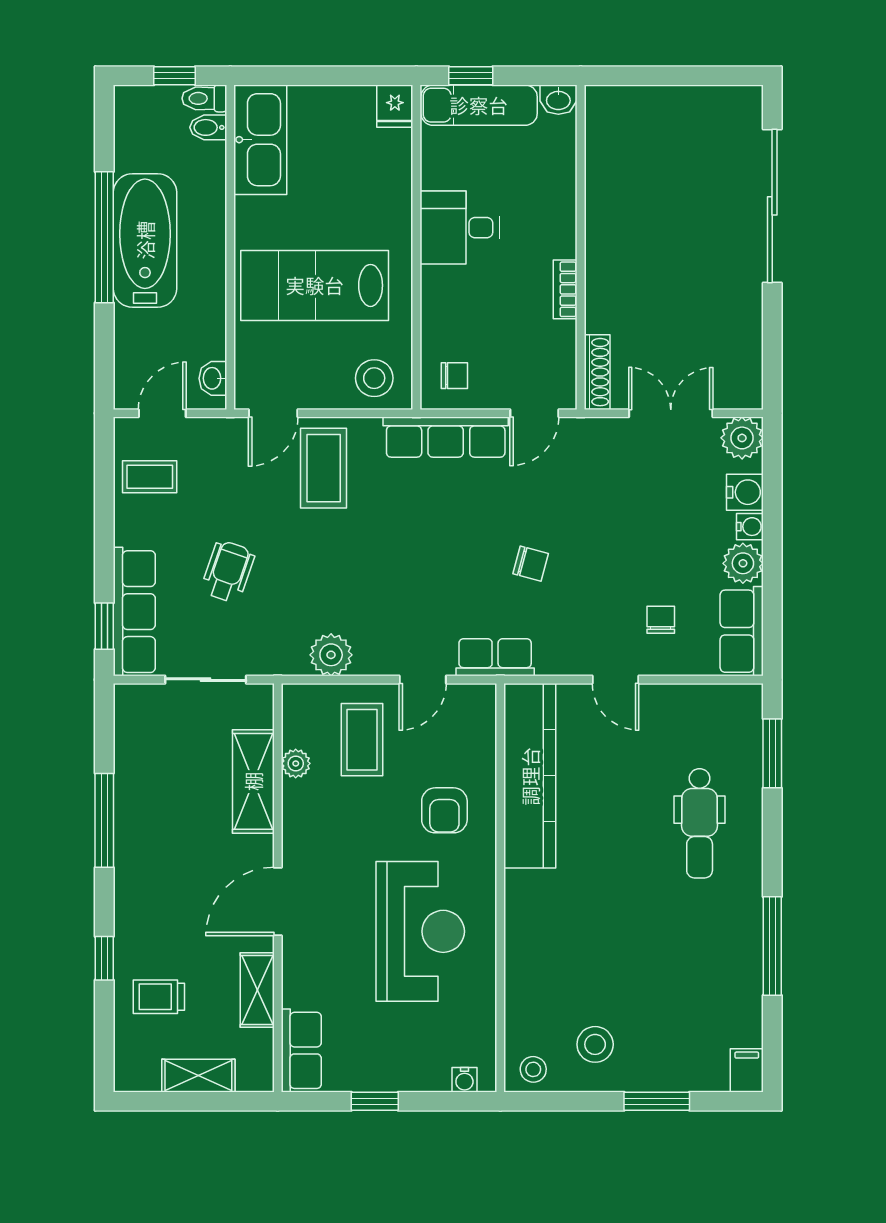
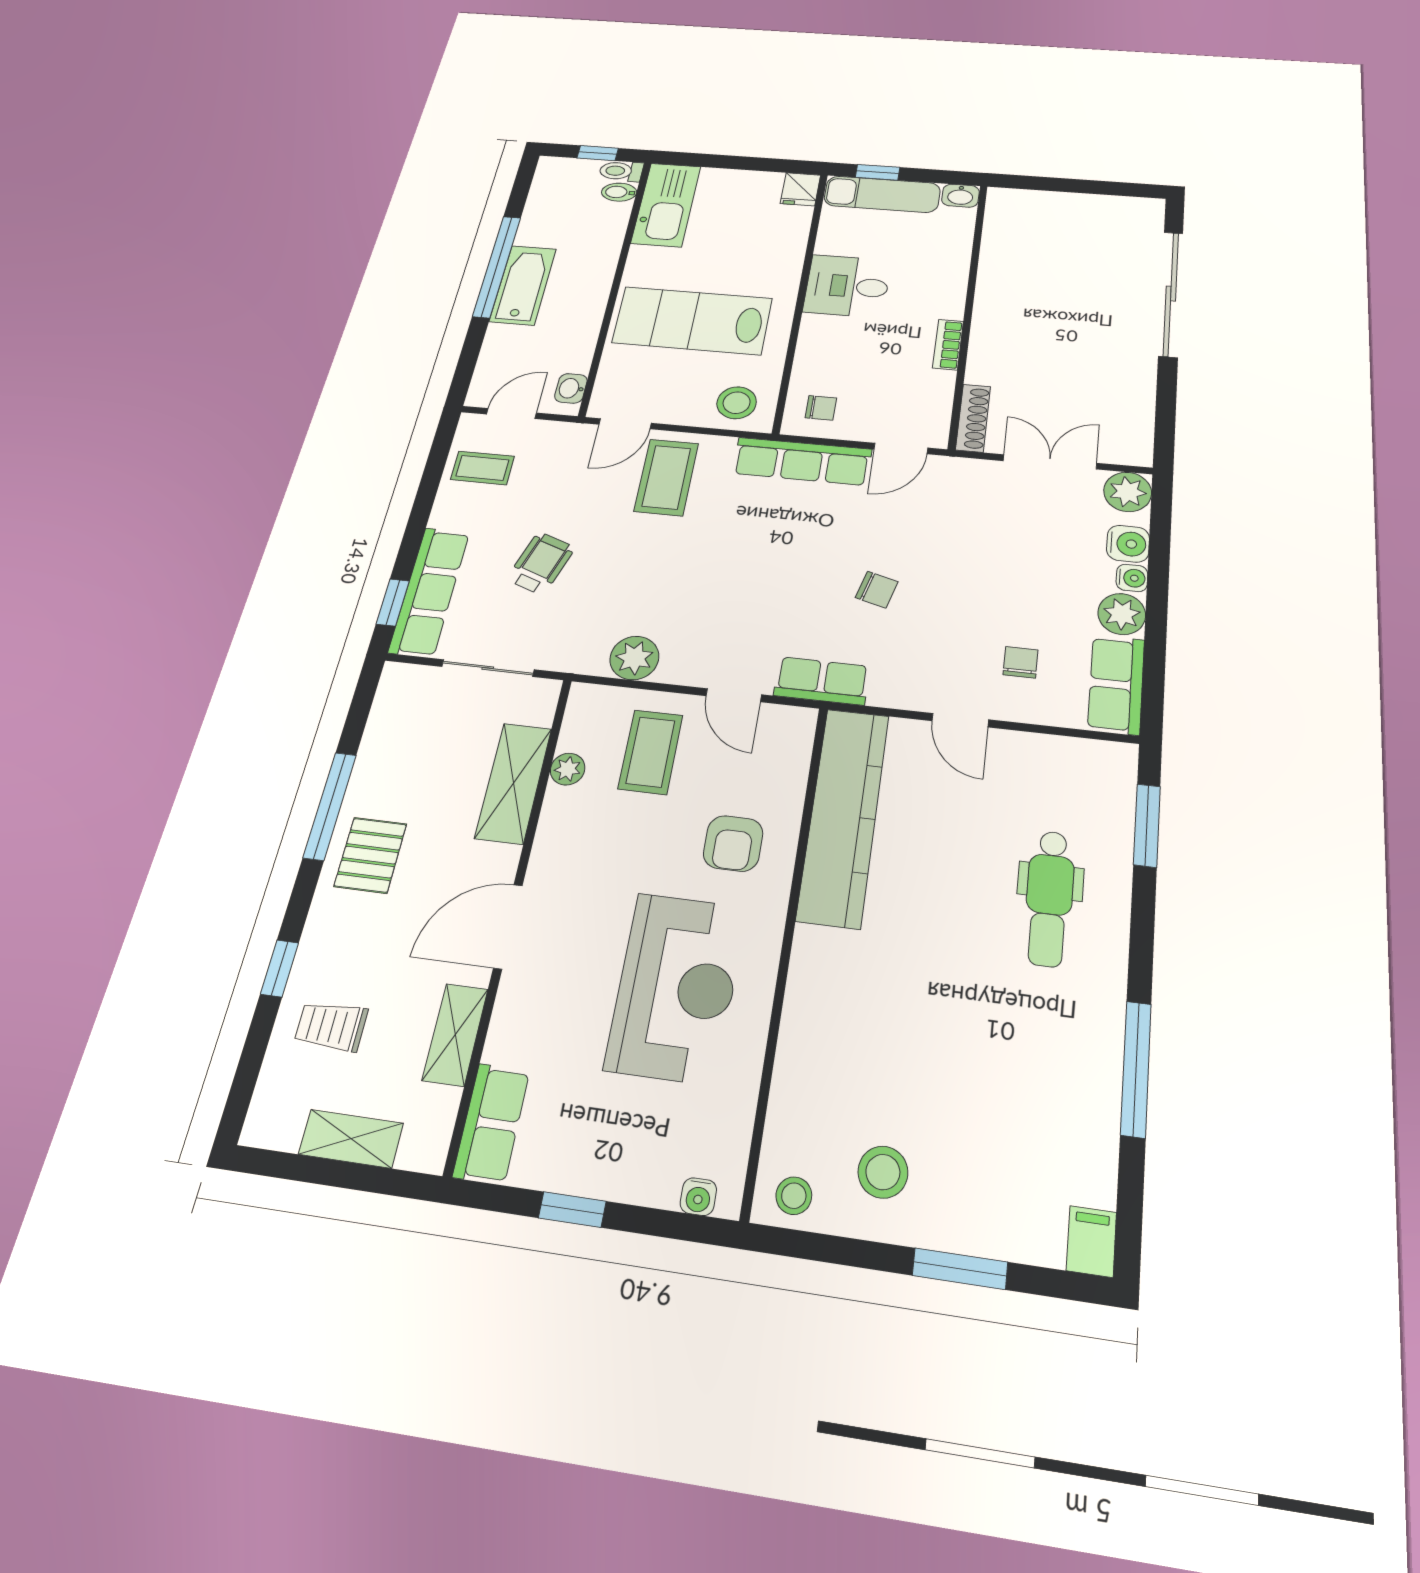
bathtub: (145, 240) -> (523, 285), width x0.73, depth x0.73
door: (423, 680) -> (734, 695), hinge flipped
pallet: (151, 858) -> (370, 855), added

